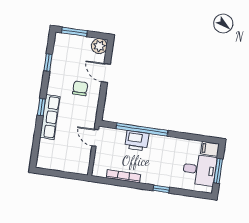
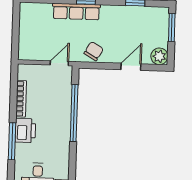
chair: (80, 88) -> (94, 51), moved, turned -60
printer: (137, 141) -> (25, 130), moved, turned 180
window: (161, 189) -> (12, 141), width x2.17

